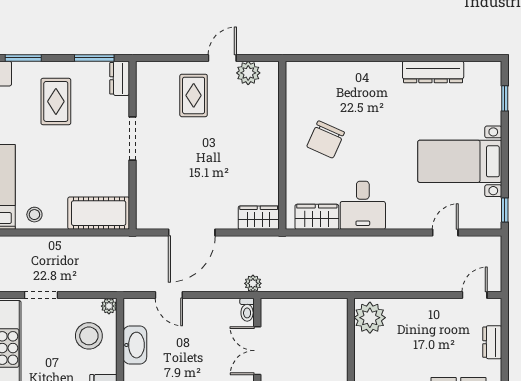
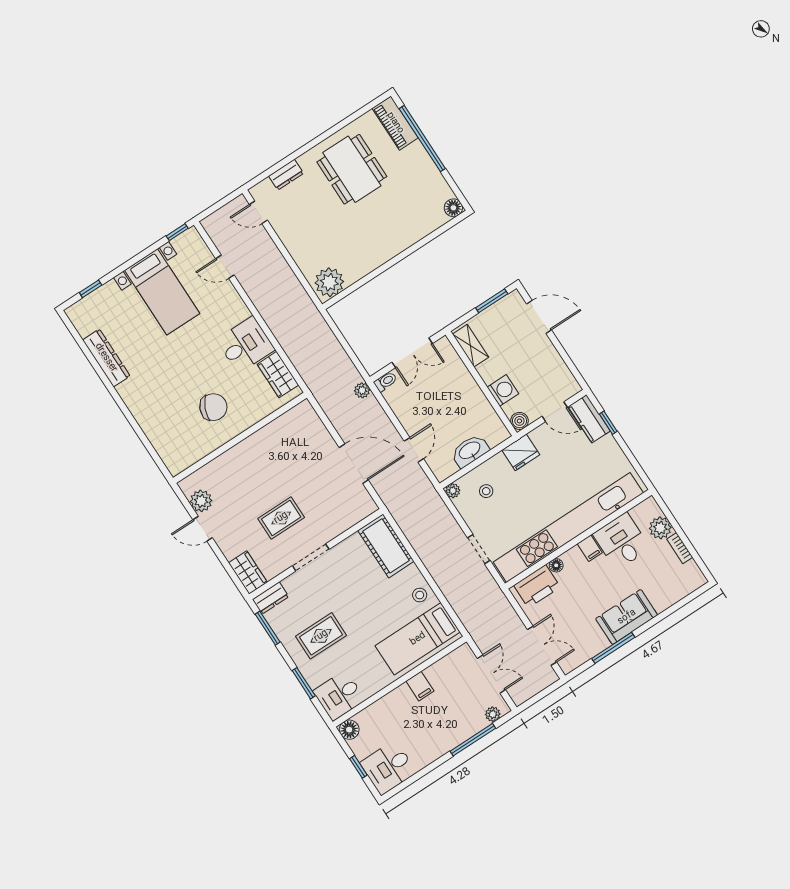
rug: (194, 95) -> (281, 518), moved
wardrobe: (259, 218) -> (248, 573), moved, turned 180
stool: (89, 336) -> (486, 491), width x0.53, depth x0.53

